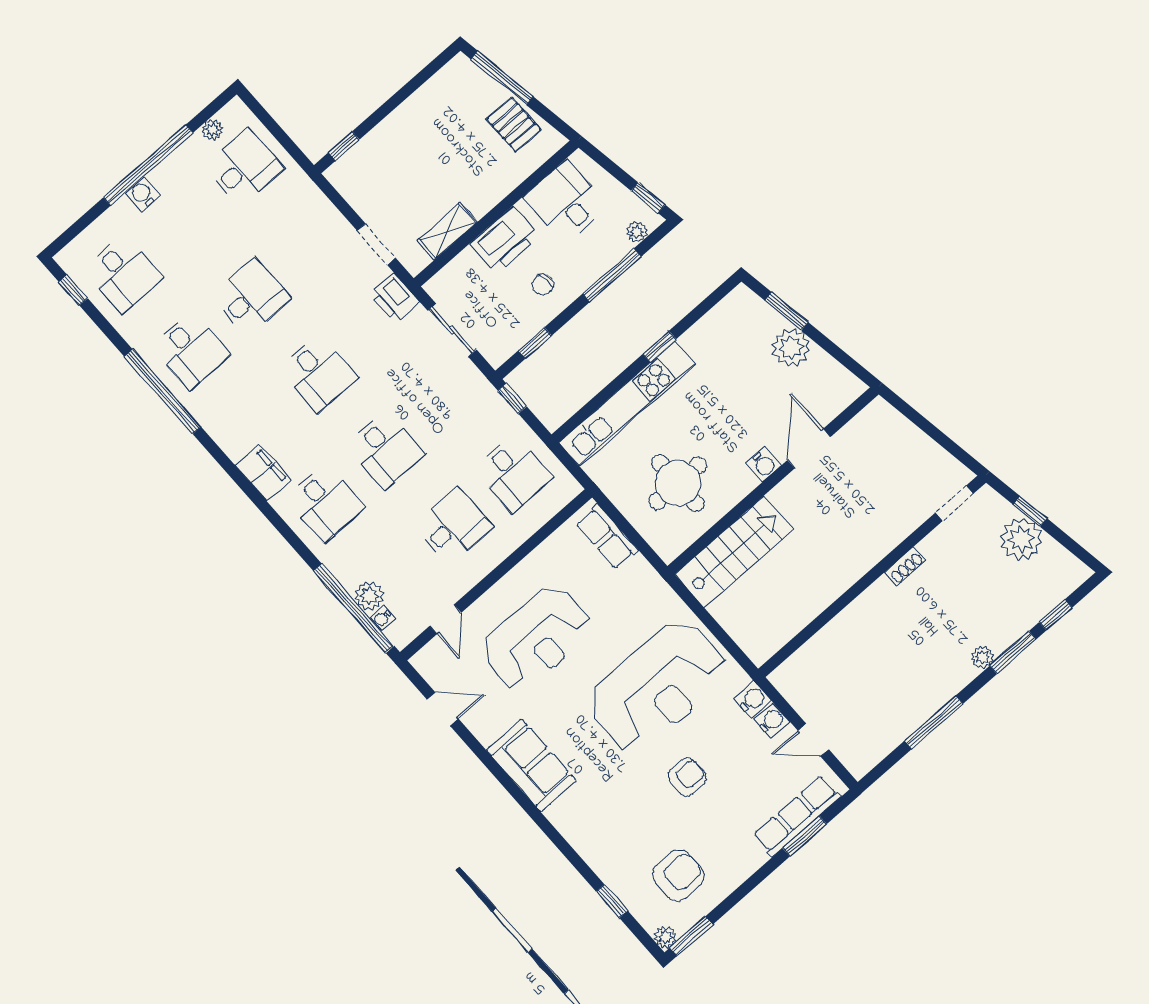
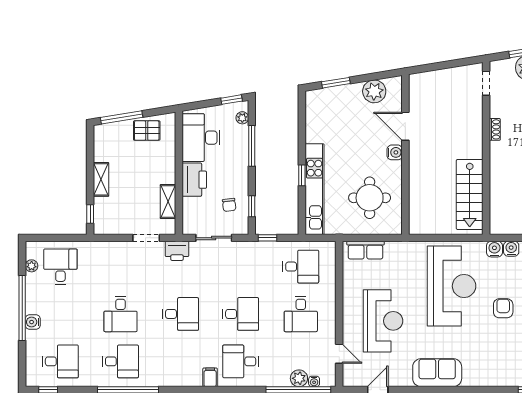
shelving: (400, 121) -> (101, 179), added
desk: (566, 202) -> (201, 138), width x1.37
chair: (543, 285) -> (229, 205), moved
desk: (251, 297) -> (121, 314), turned 180
window: (660, 346) -> (302, 175), moved
plant: (791, 347) -> (374, 91), moved
filing cabinet: (263, 473) -> (210, 377), width x0.50
desk: (325, 503) -> (241, 361), turned 180
desk: (453, 526) -> (301, 314), turned 180
stairs: (734, 552) -> (470, 194), moved, turned 180

